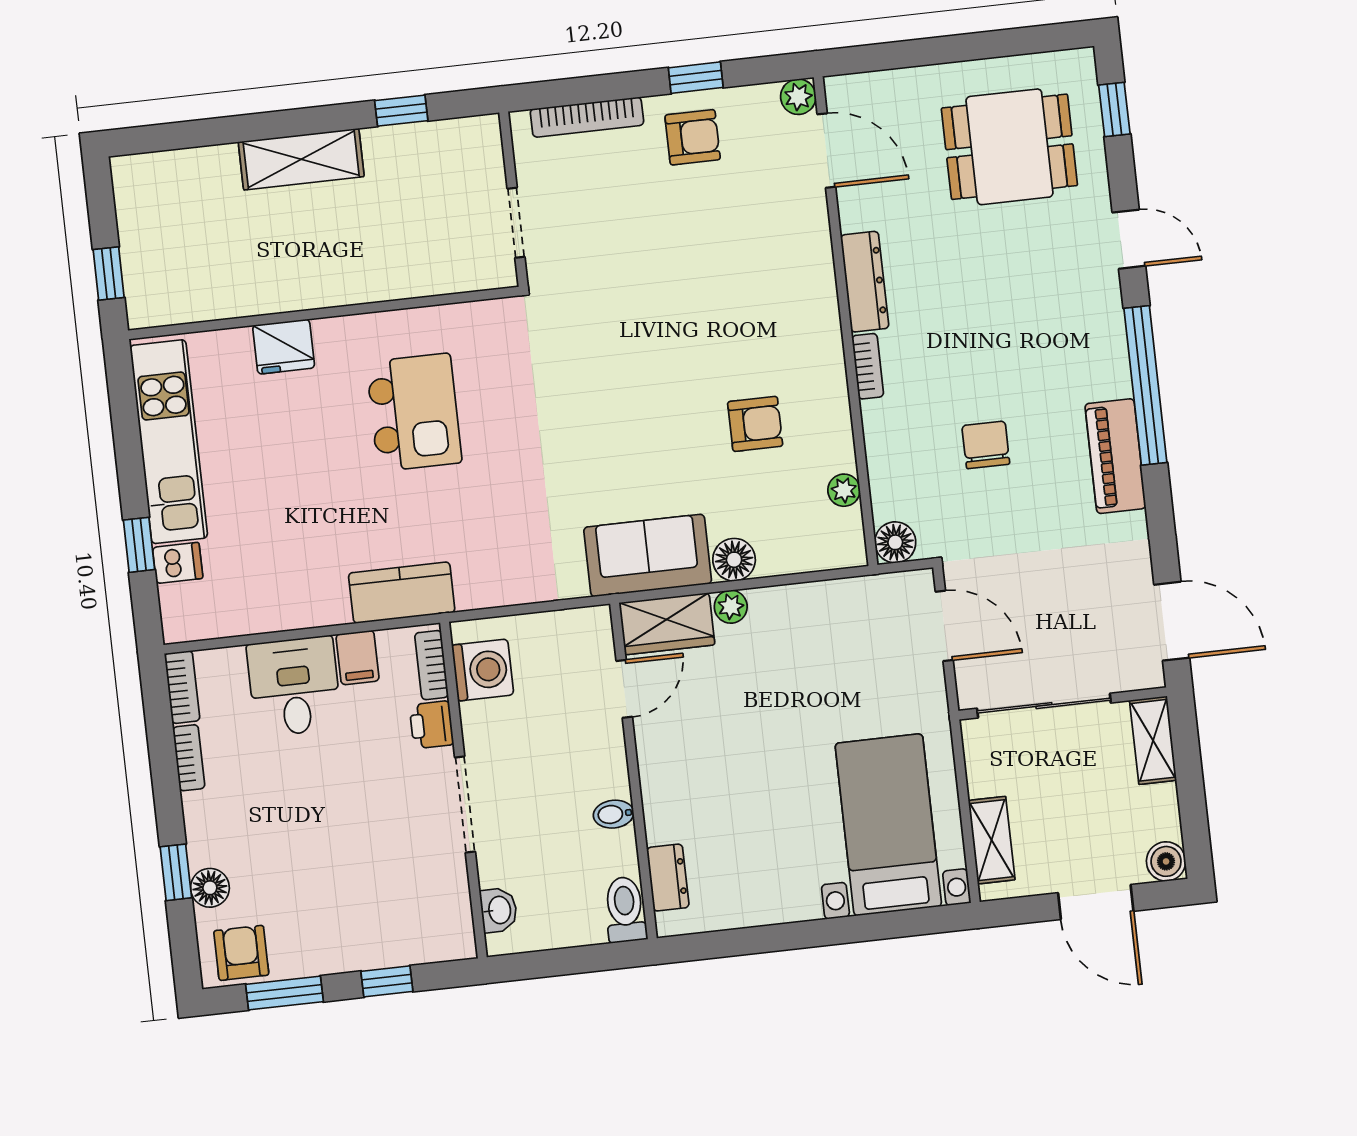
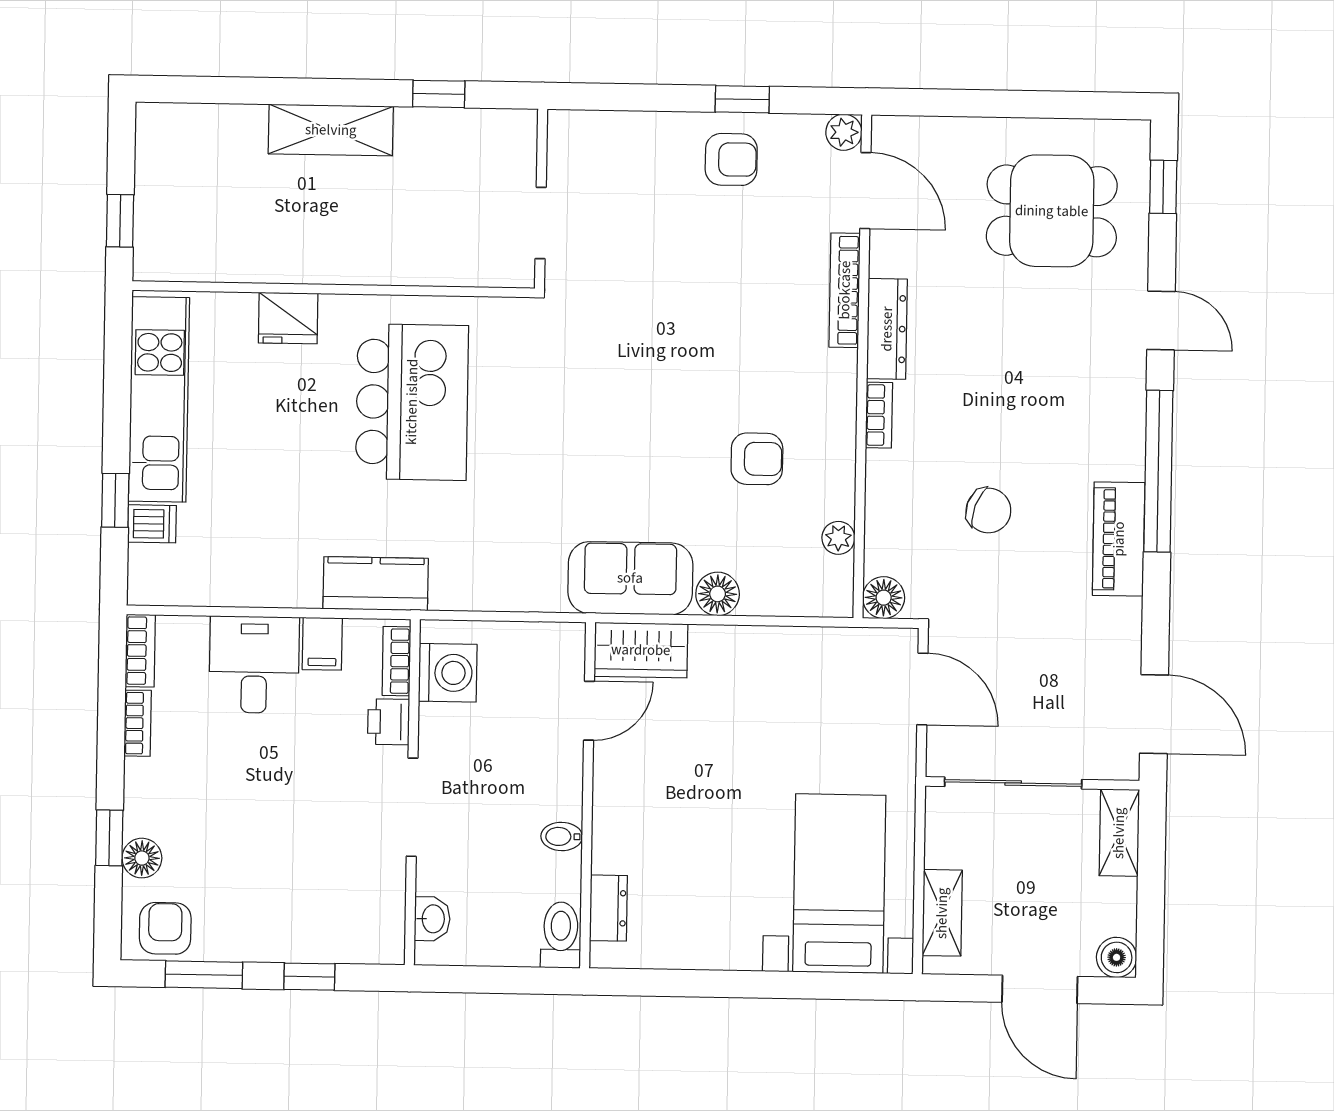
bookcase: (587, 117) -> (845, 290), moved, turned 90
kitchen island: (414, 412) -> (412, 402), width x1.37, depth x1.28
chair: (986, 445) -> (988, 511), turned 110
plant: (731, 607) -> (708, 641), removed

